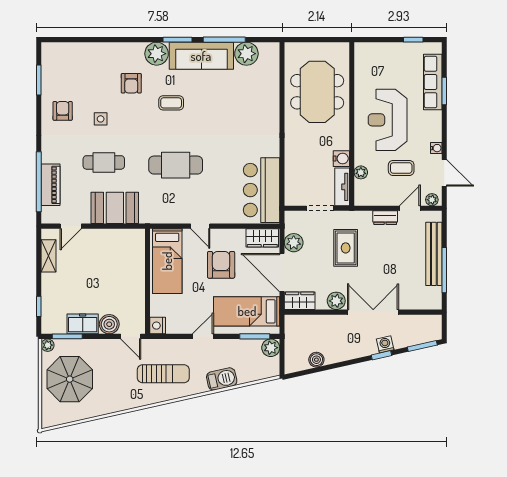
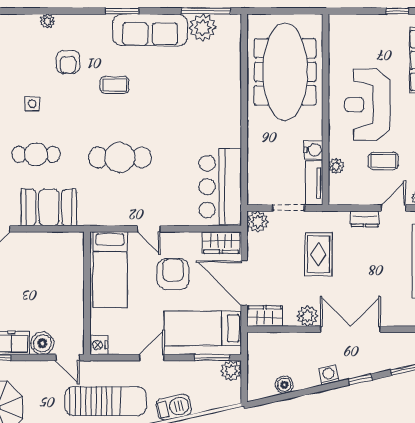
window: (224, 40) -> (206, 11), moved
plant: (157, 54) -> (47, 21), moved, width x0.53, depth x0.53
meeting table: (317, 92) -> (285, 72), width x1.36
plant: (294, 243) -> (258, 222), moved
washing machine: (385, 344) -> (329, 375), moved
sun lounger: (163, 374) -> (105, 401), width x1.36, depth x1.34

